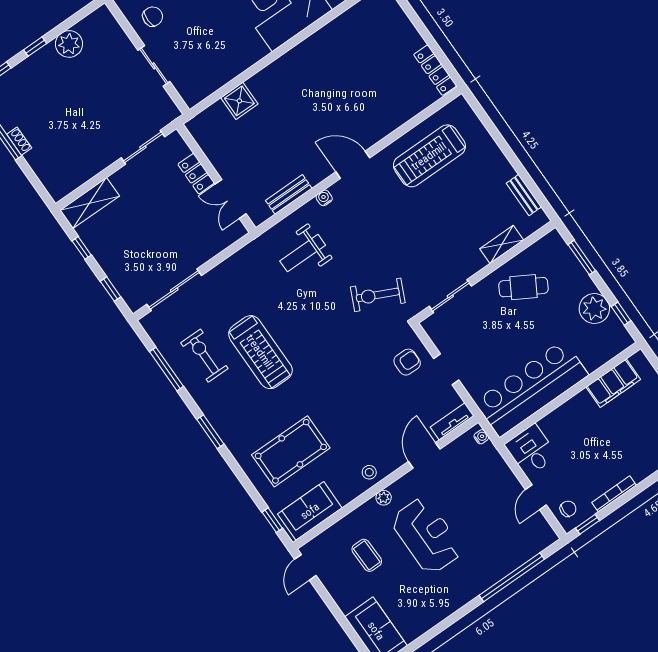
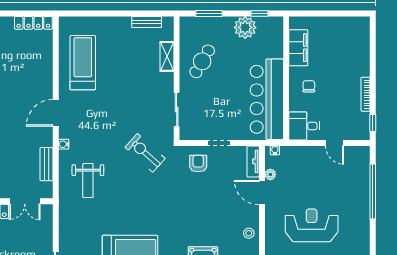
treadmill: (429, 156) -> (83, 63), turned 180
exercise bike: (378, 295) -> (145, 153), turned 107
plant: (384, 498) -> (270, 174), moved
chair: (568, 509) -> (309, 86), moved

